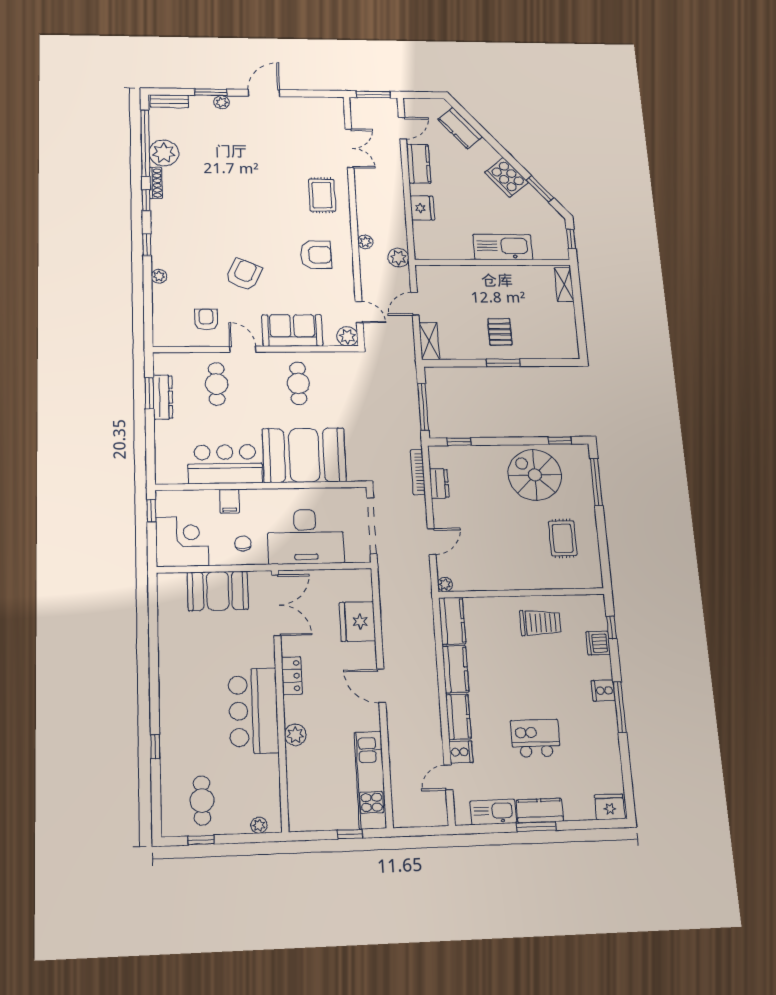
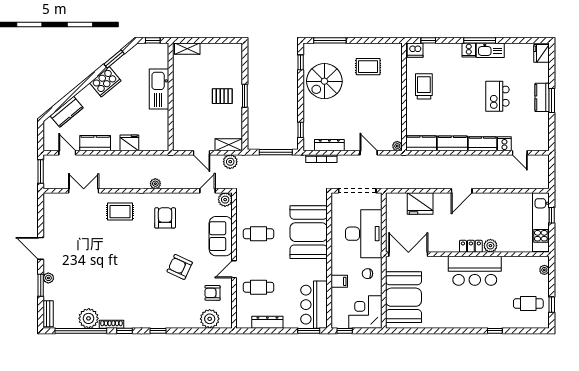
plant: (398, 258) -> (230, 162), moved
plant: (159, 276) -> (210, 319), moved, width x1.87, depth x1.87
window: (149, 393) -> (309, 331), moved
bar counter: (225, 464) -> (314, 305), moved
dresser: (439, 483) -> (329, 145), width x1.44
booth: (218, 591) -> (403, 297), width x1.36, depth x1.42
dishwasher: (598, 643) -> (415, 50), moved
locker: (292, 676) -> (471, 246), moved
kitchen unit: (370, 780) -> (541, 222), moved, turned 90
kitchen sink: (493, 812) -> (490, 50), moved, turned -90

